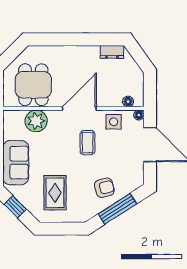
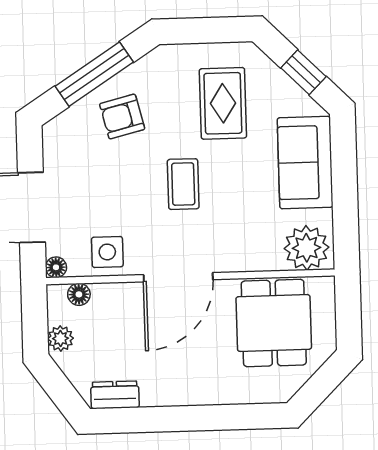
plant: (138, 80) -> (60, 338), added
plant: (36, 121) -> (306, 248), moved
coffee table: (87, 143) -> (183, 184), moved

